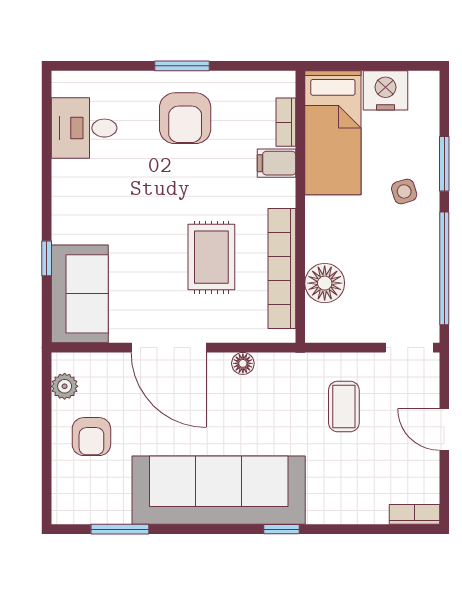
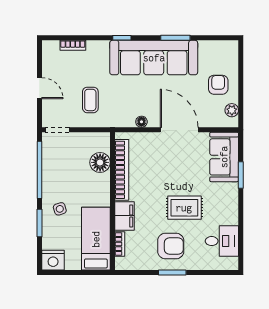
nightstand: (385, 90) -> (53, 260), moved
armchair: (185, 118) -> (171, 246), turned 90
filing cabinet: (277, 163) -> (124, 216), width x2.00
rug: (211, 257) -> (184, 208), moved, turned 90
window: (47, 258) -> (241, 175), width x1.50
bookcase: (414, 514) -> (73, 45), moved
window: (120, 529) -> (175, 38), moved

